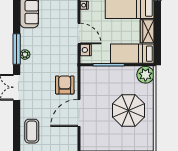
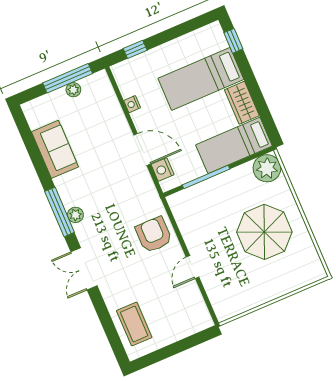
door: (79, 113) -> (193, 267), width x0.53

